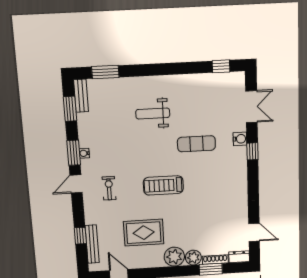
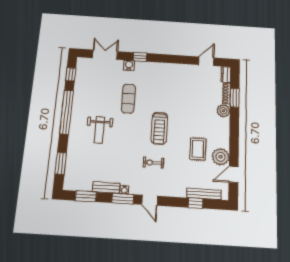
window: (170, 69) -> (66, 112), added
bench: (81, 96) -> (106, 188), moved
exercise bike: (109, 188) -> (153, 163), moved
rug: (144, 233) -> (198, 149), width x0.73, depth x0.70
plant: (174, 257) -> (221, 157), moved

